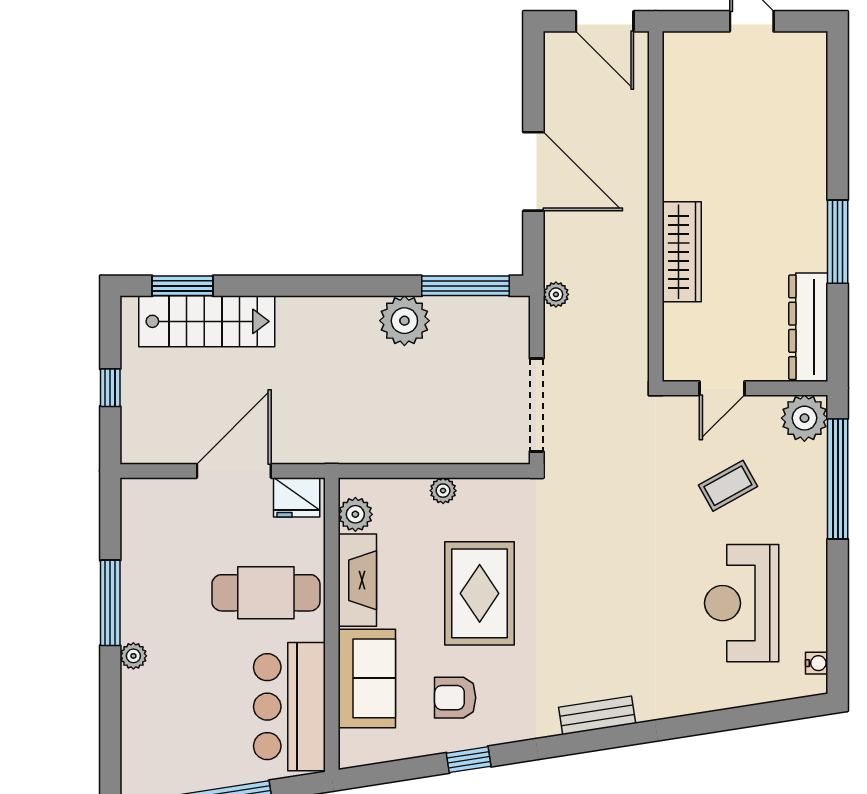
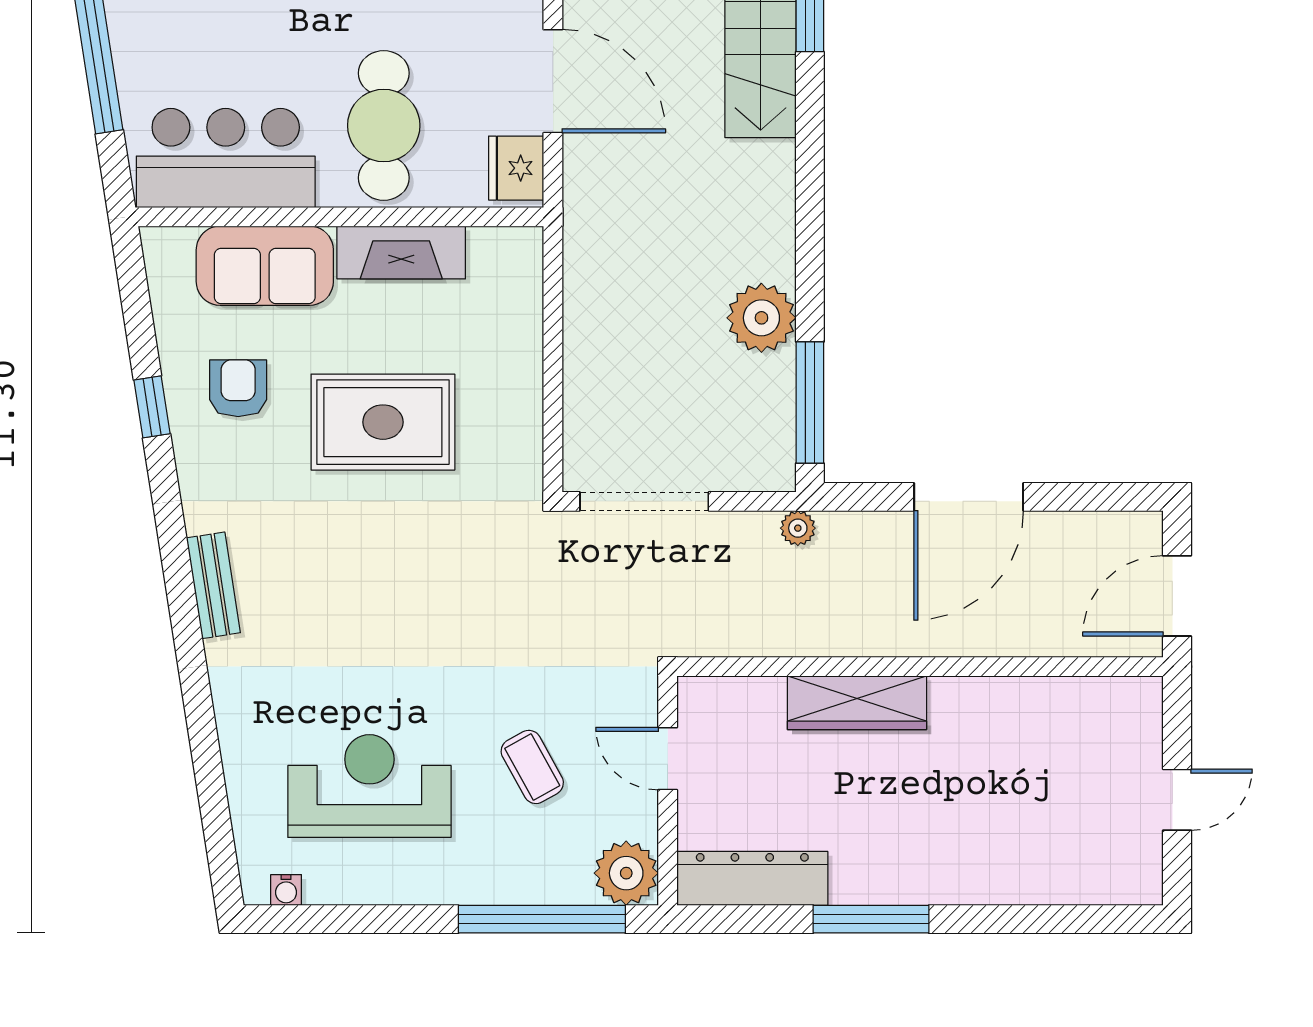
plant: (443, 491) -> (526, 371), removed
plant: (355, 514) -> (493, 250), removed

